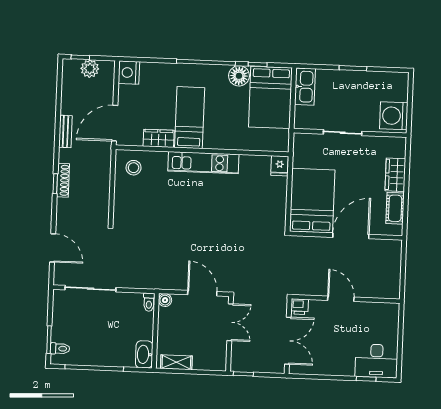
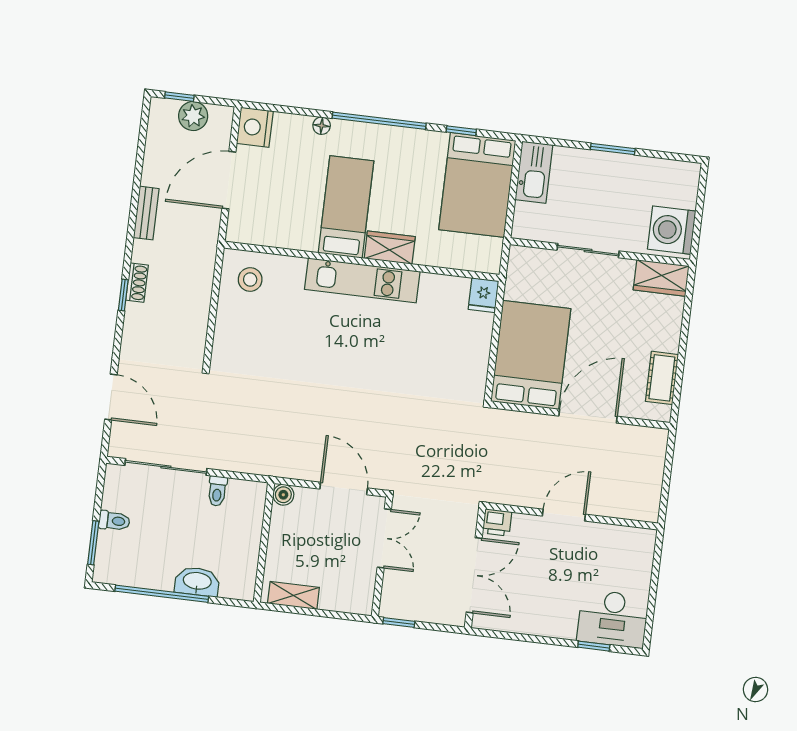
floor lamp: (239, 76) -> (322, 126), moved, width x0.53, depth x0.53
door: (115, 123) -> (229, 180), moved
wardrobe: (159, 138) -> (390, 248), moved
wardrobe: (395, 175) -> (661, 278), moved, turned -90
shoe rack: (63, 180) -> (137, 283), width x0.70
door: (341, 299) -> (564, 515), hinge flipped
toilet: (149, 302) -> (217, 491), moved
toilet: (60, 349) -> (114, 521), moved
washbasin: (144, 354) -> (197, 582), moved, turned 90

